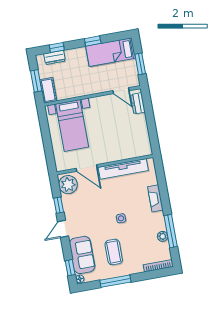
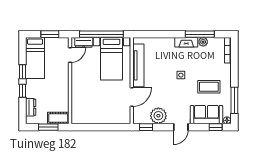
window: (57, 47) -> (23, 91), moved
window: (151, 121) -> (101, 34), added
bed with nightstands: (72, 126) -> (112, 59), moved, turned 90
plant: (68, 185) -> (158, 116), moved
fireplace: (155, 198) -> (186, 42), moved
window: (59, 205) -> (146, 127), moved
door: (63, 229) -> (181, 127), hinge flipped
window: (115, 281) -> (234, 100), moved

